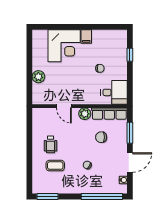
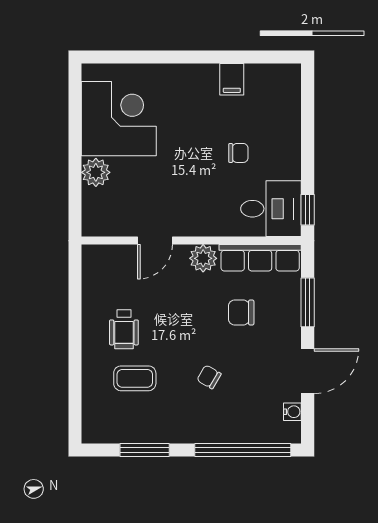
filing cabinet: (86, 37) -> (232, 79), moved
corner desk: (64, 46) -> (119, 119), moved, turned -90
window: (130, 55) -> (308, 210), moved
door: (64, 106) -> (155, 241), hinge flipped
window: (47, 196) -> (145, 450), moved

